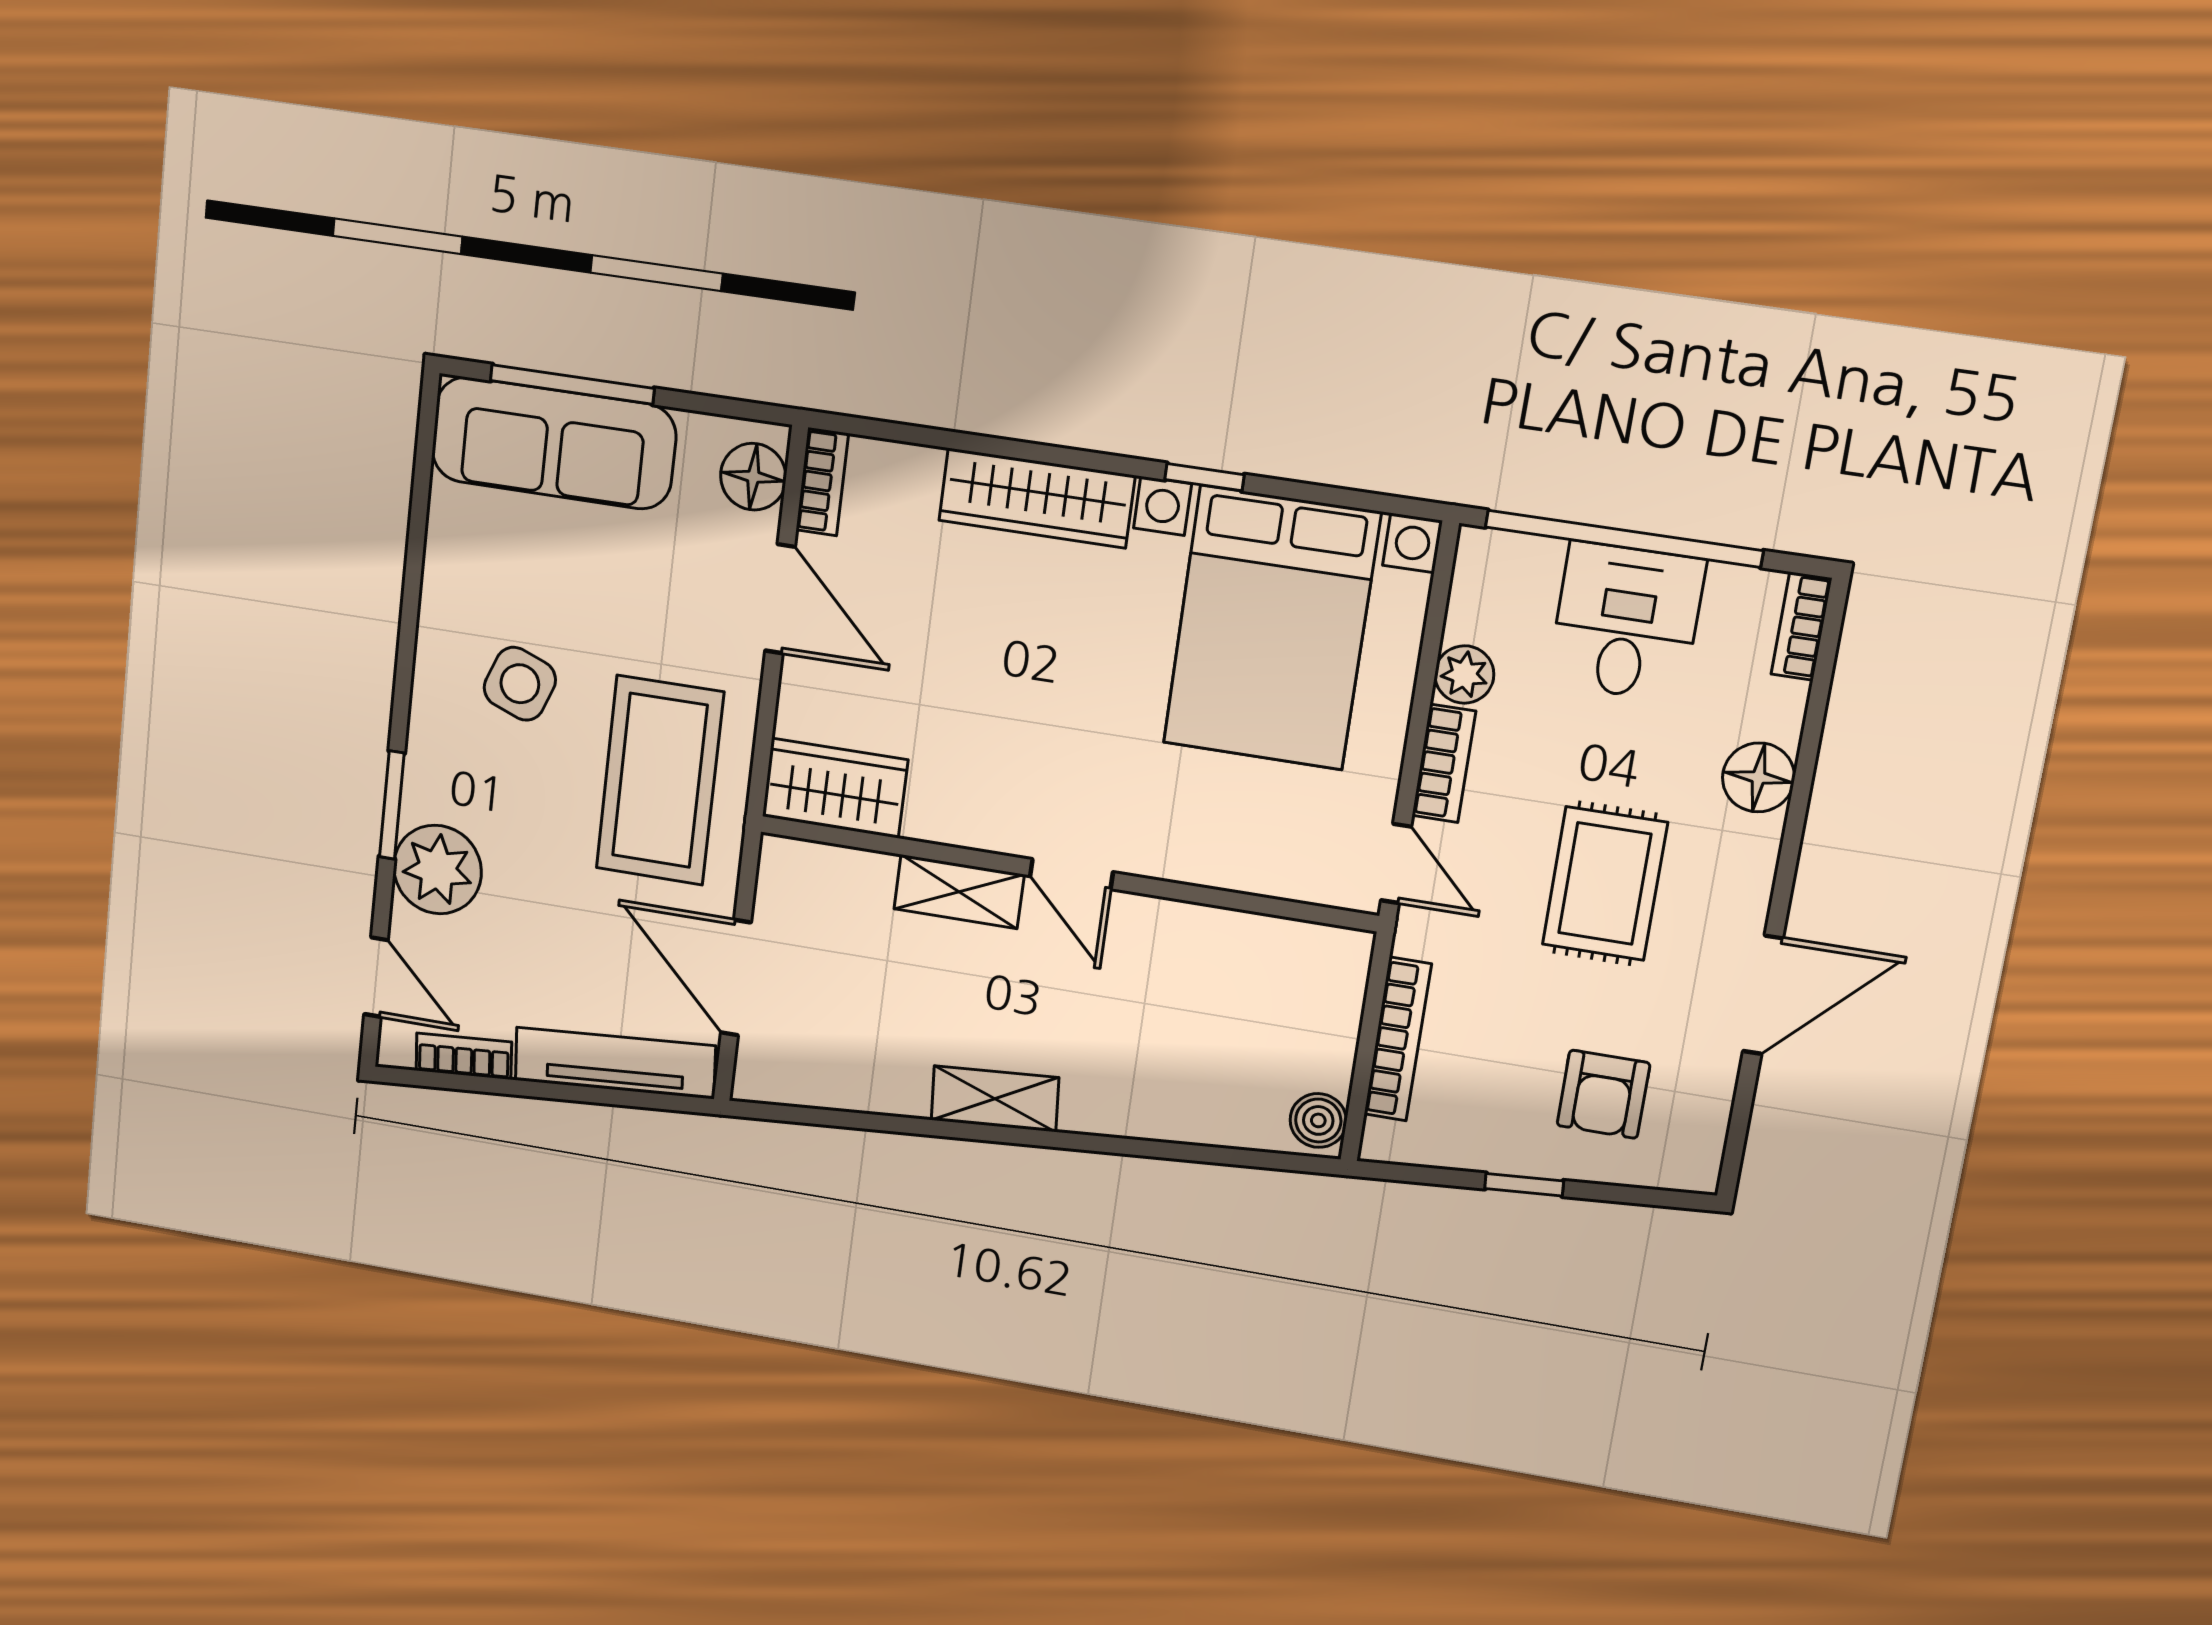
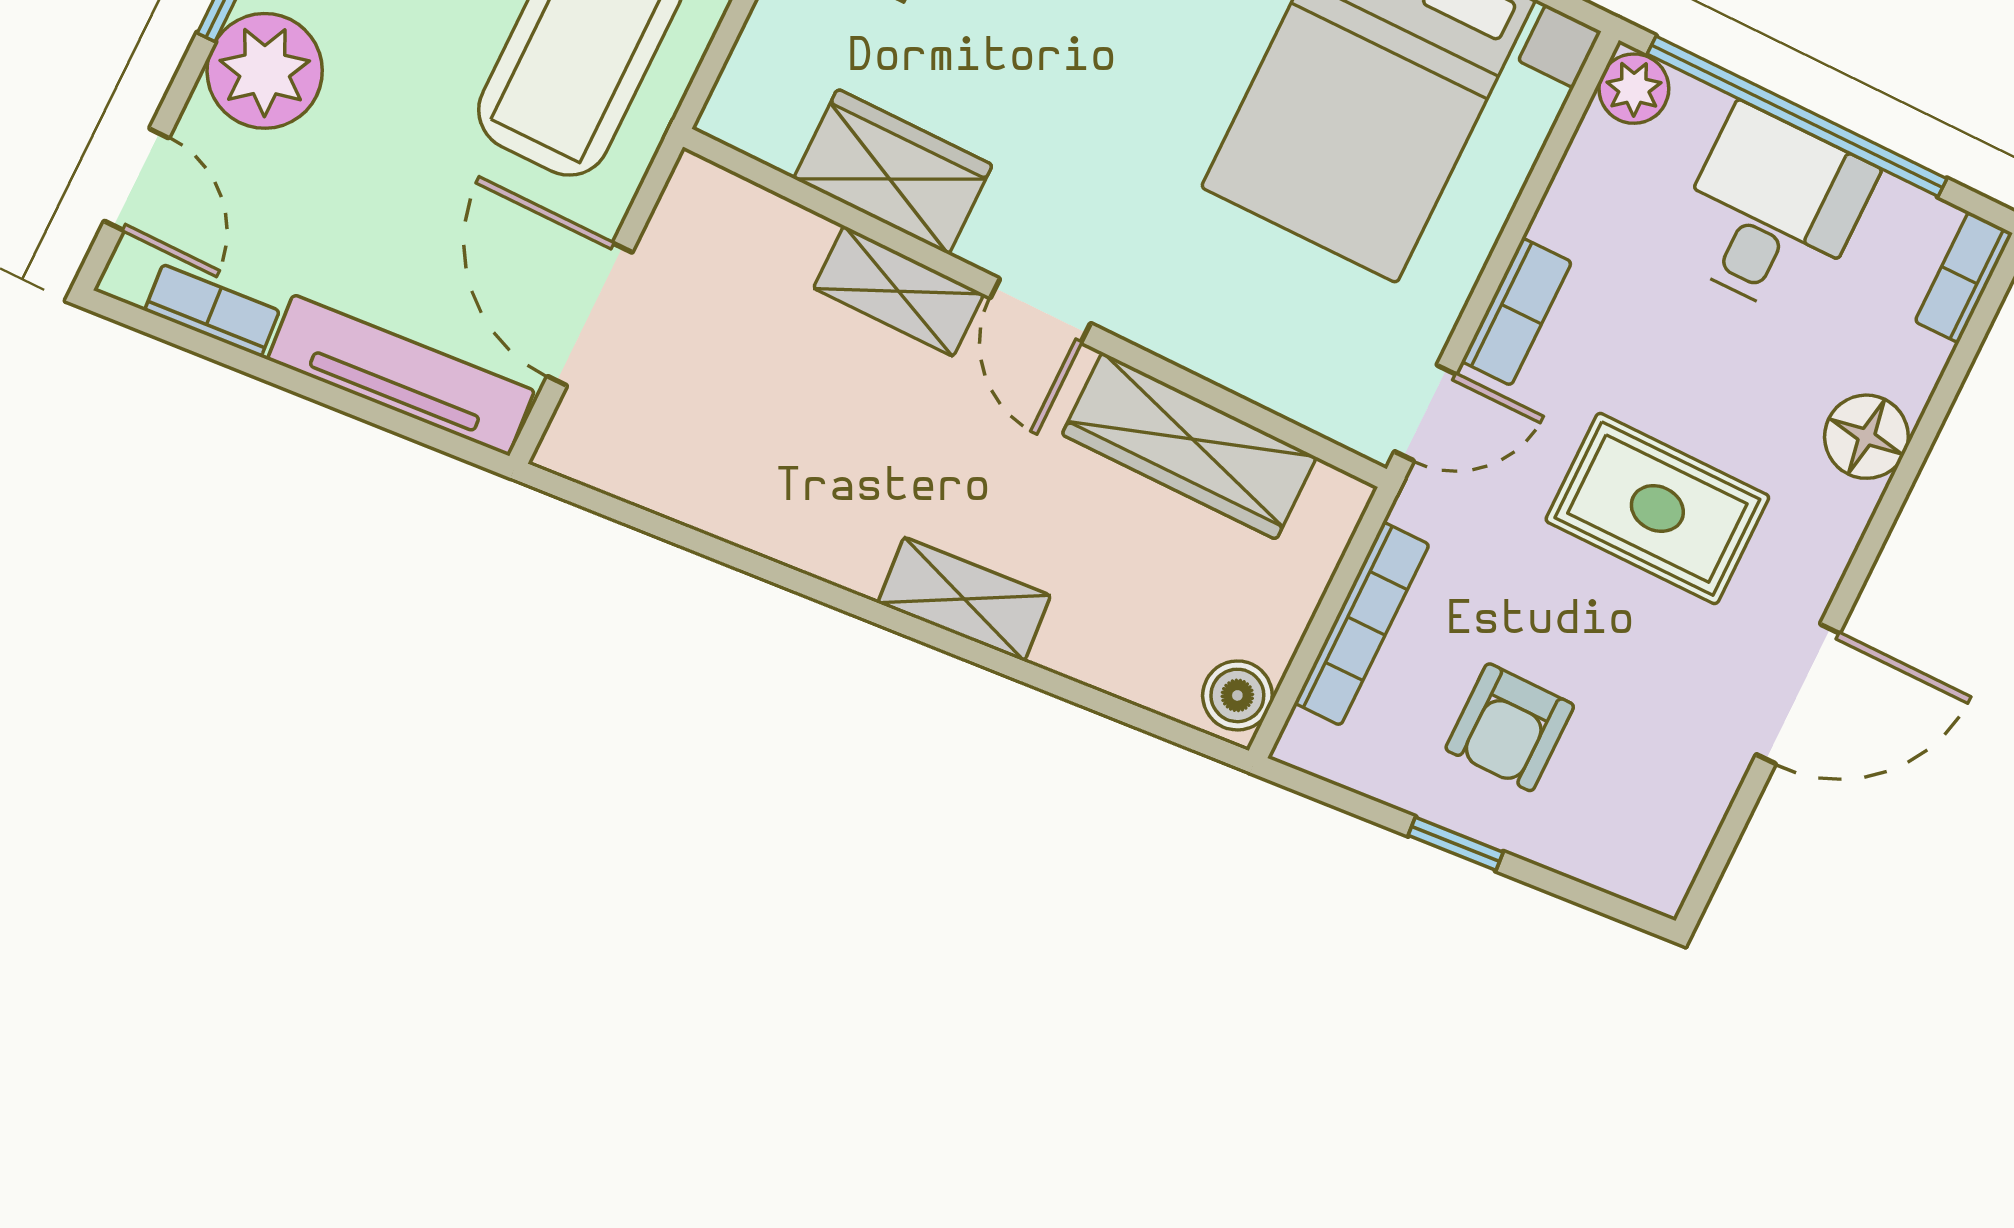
plant: (1464, 674) -> (1634, 89), moved
wardrobe: (835, 788) -> (893, 172), moved
door: (1396, 864) -> (1425, 413), hinge flipped
rug: (1605, 883) -> (1657, 508), turned 90
wardrobe: (1220, 943) -> (1189, 446), added
armchair: (1603, 1094) -> (1510, 727), moved
shelving: (995, 1099) -> (964, 599), moved

